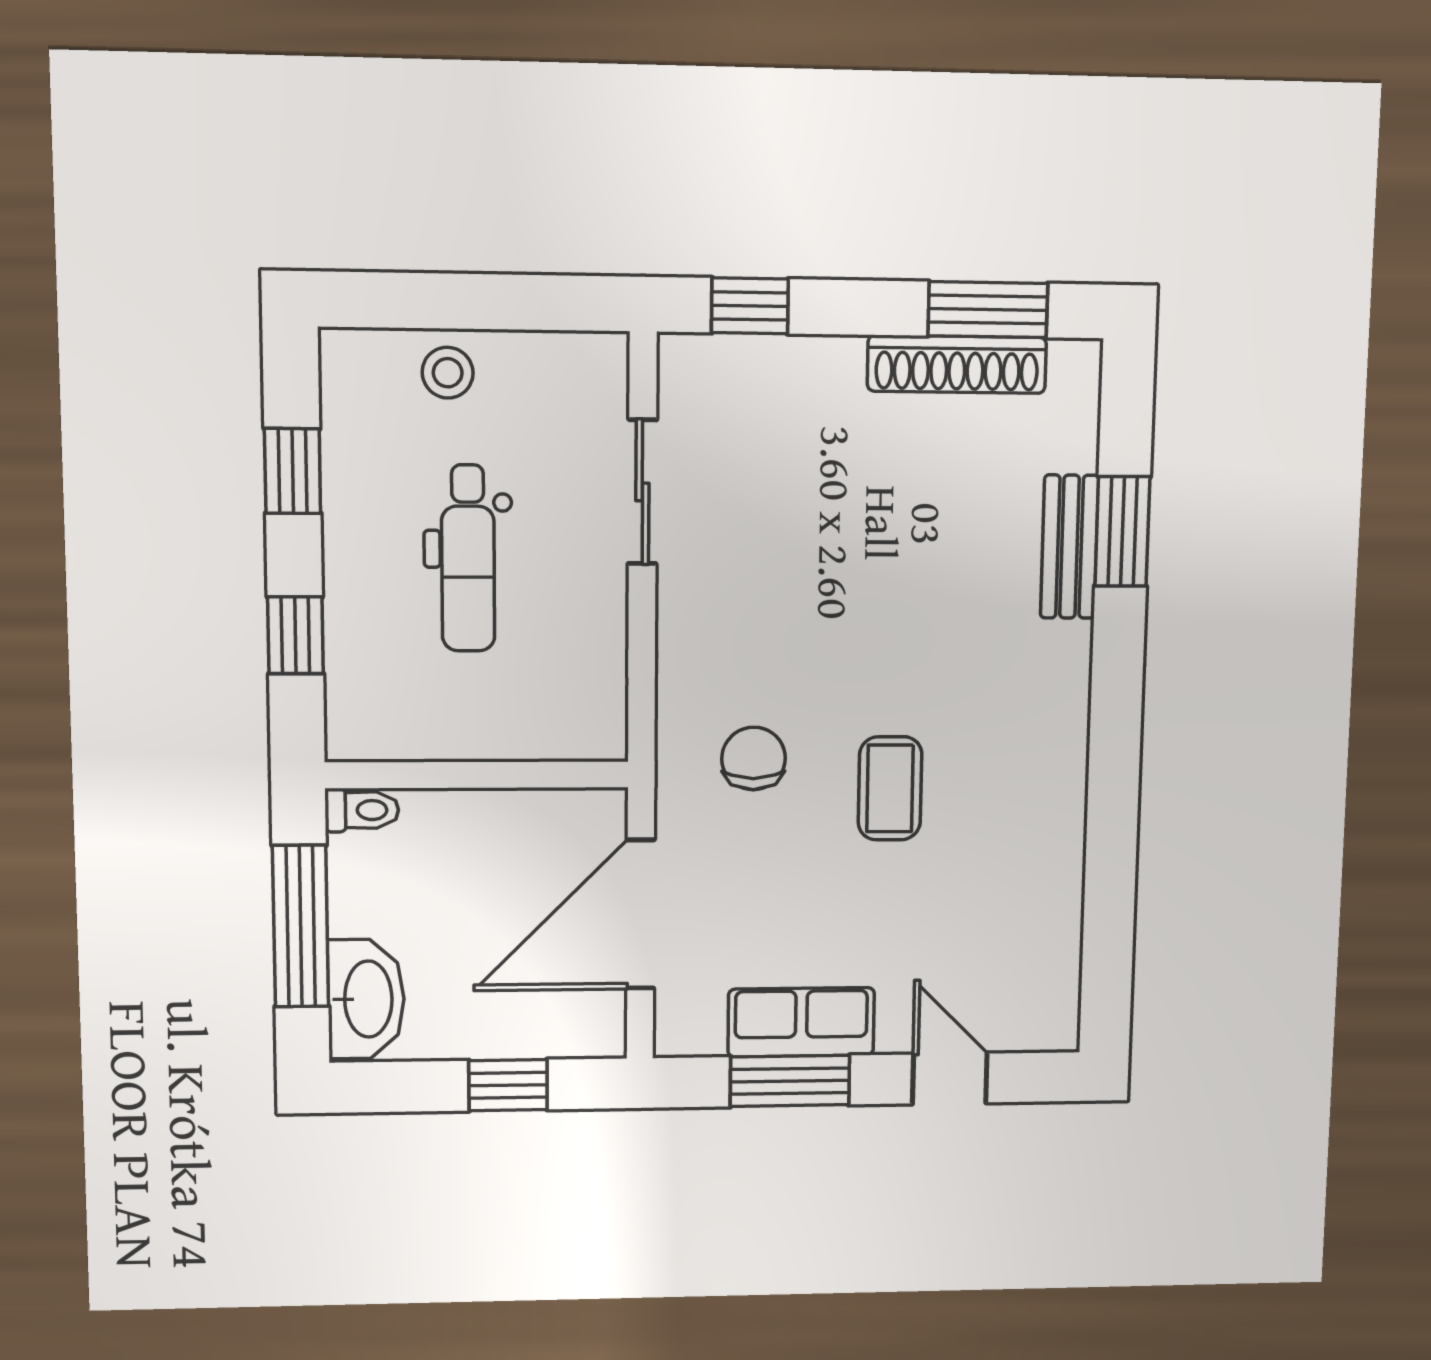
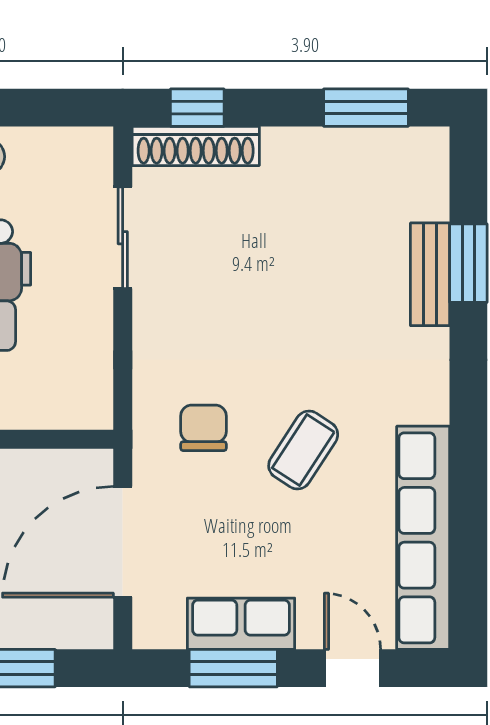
shoe rack: (957, 364) -> (196, 146), moved
coffee table: (890, 788) -> (303, 450), turned 33
row of seats: (1049, 906) -> (423, 538), added

